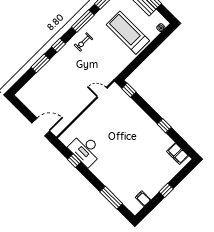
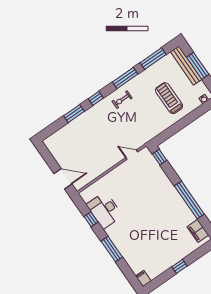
treadmill: (128, 33) -> (169, 98), width x0.73, depth x0.73
window: (164, 126) -> (189, 200), width x3.17
window: (111, 198) -> (112, 249), moved
filing cabinet: (143, 199) -> (143, 278), moved

